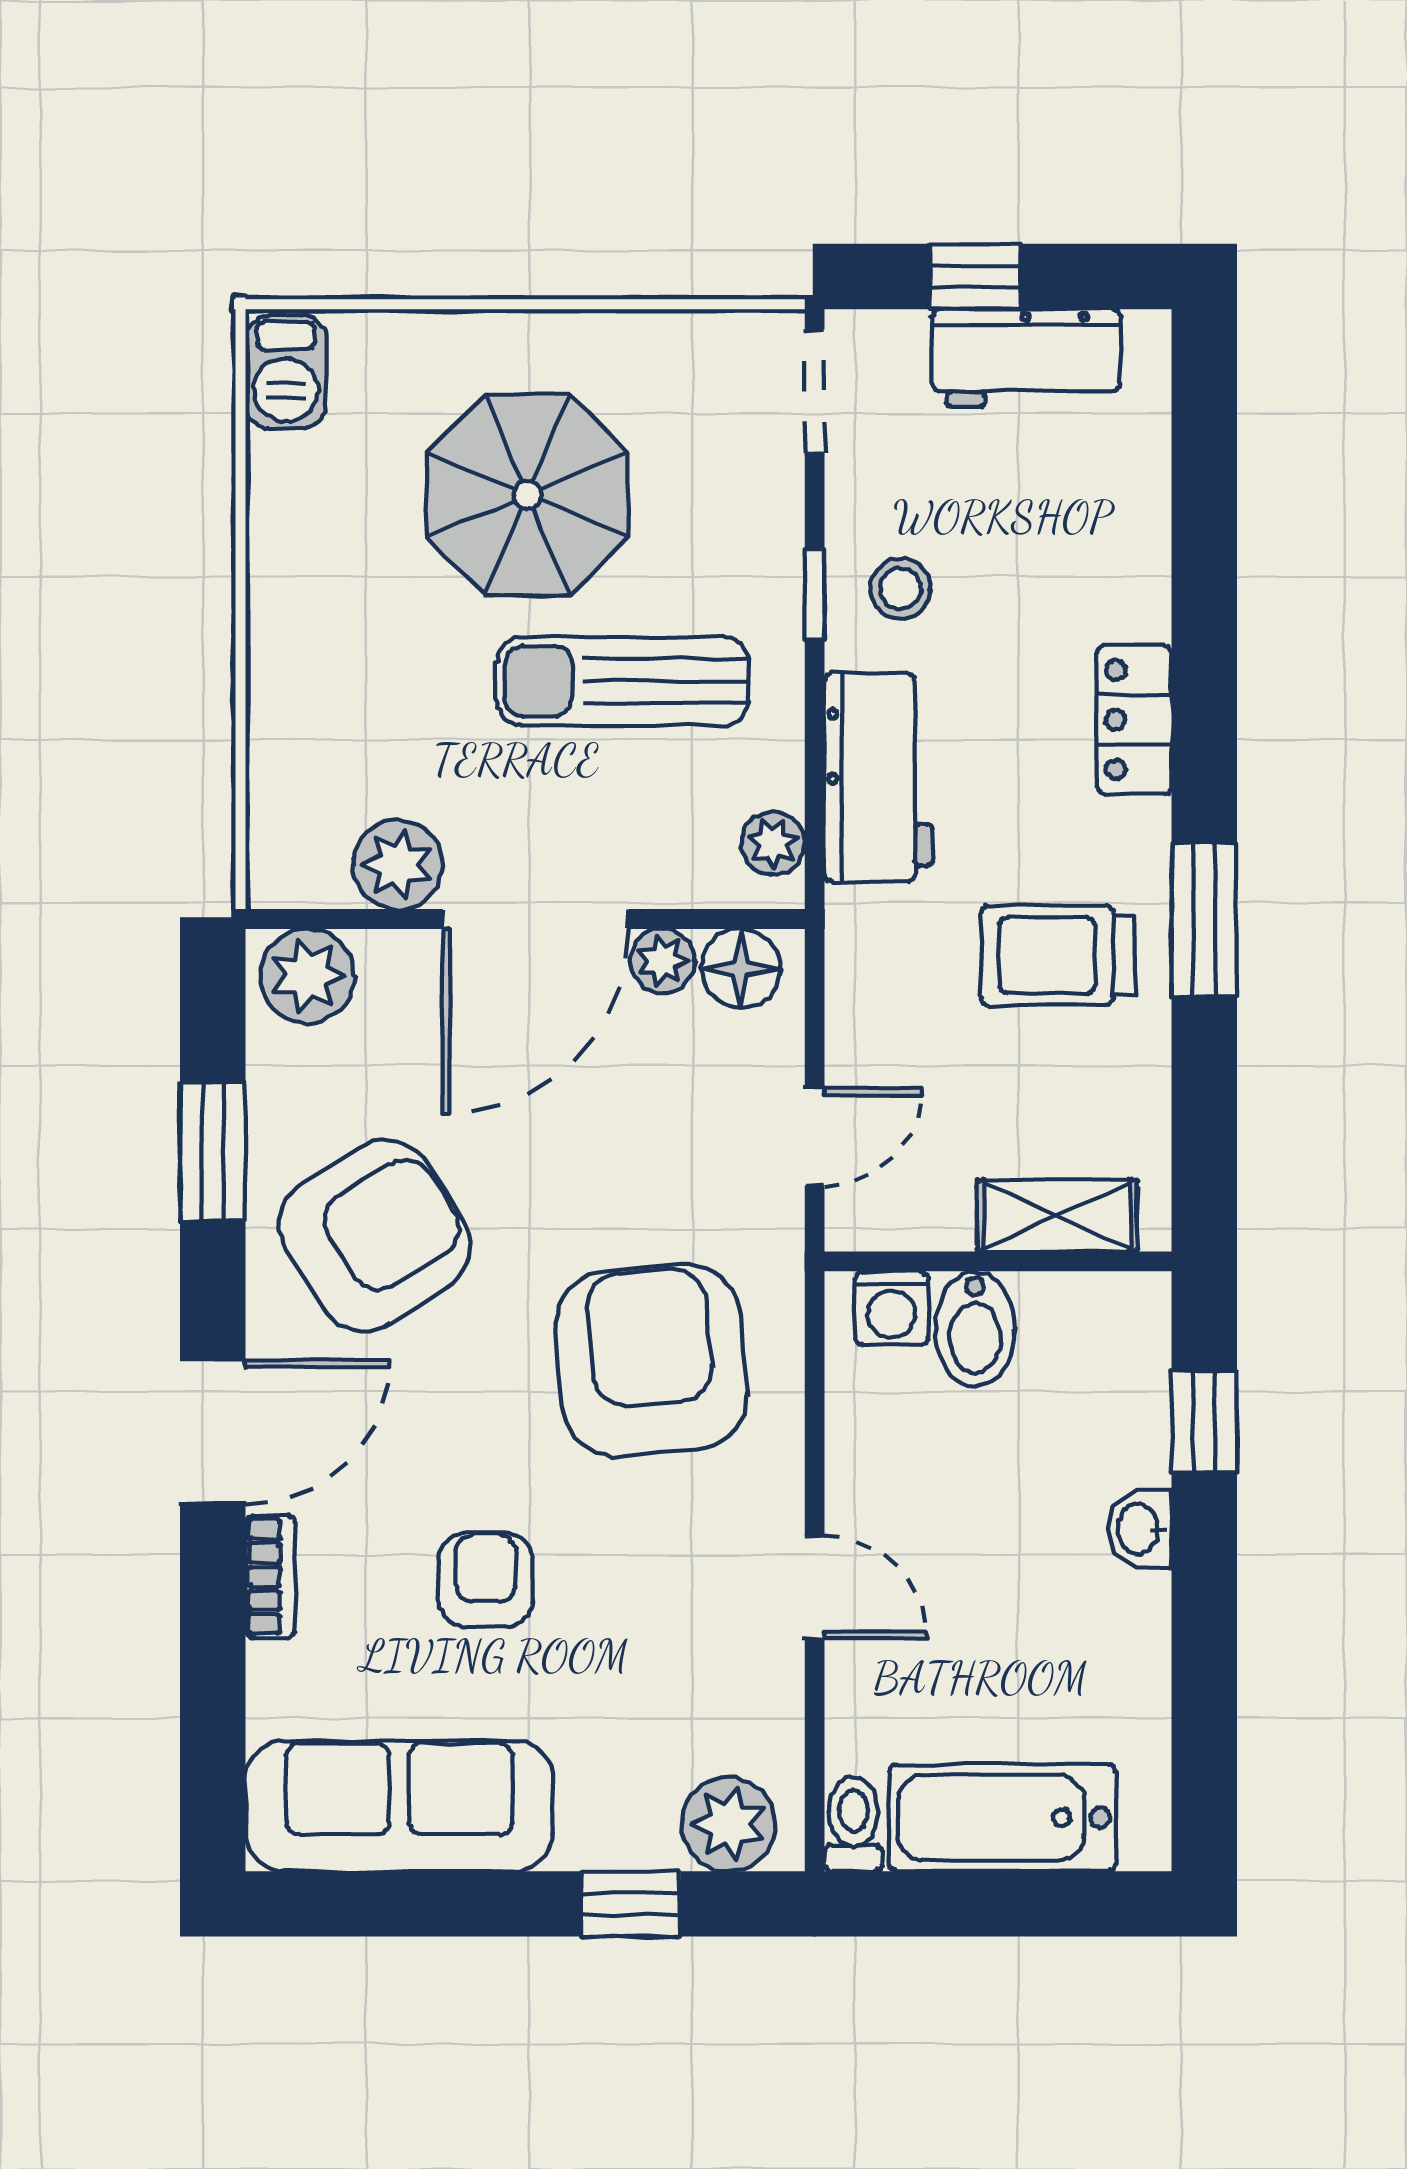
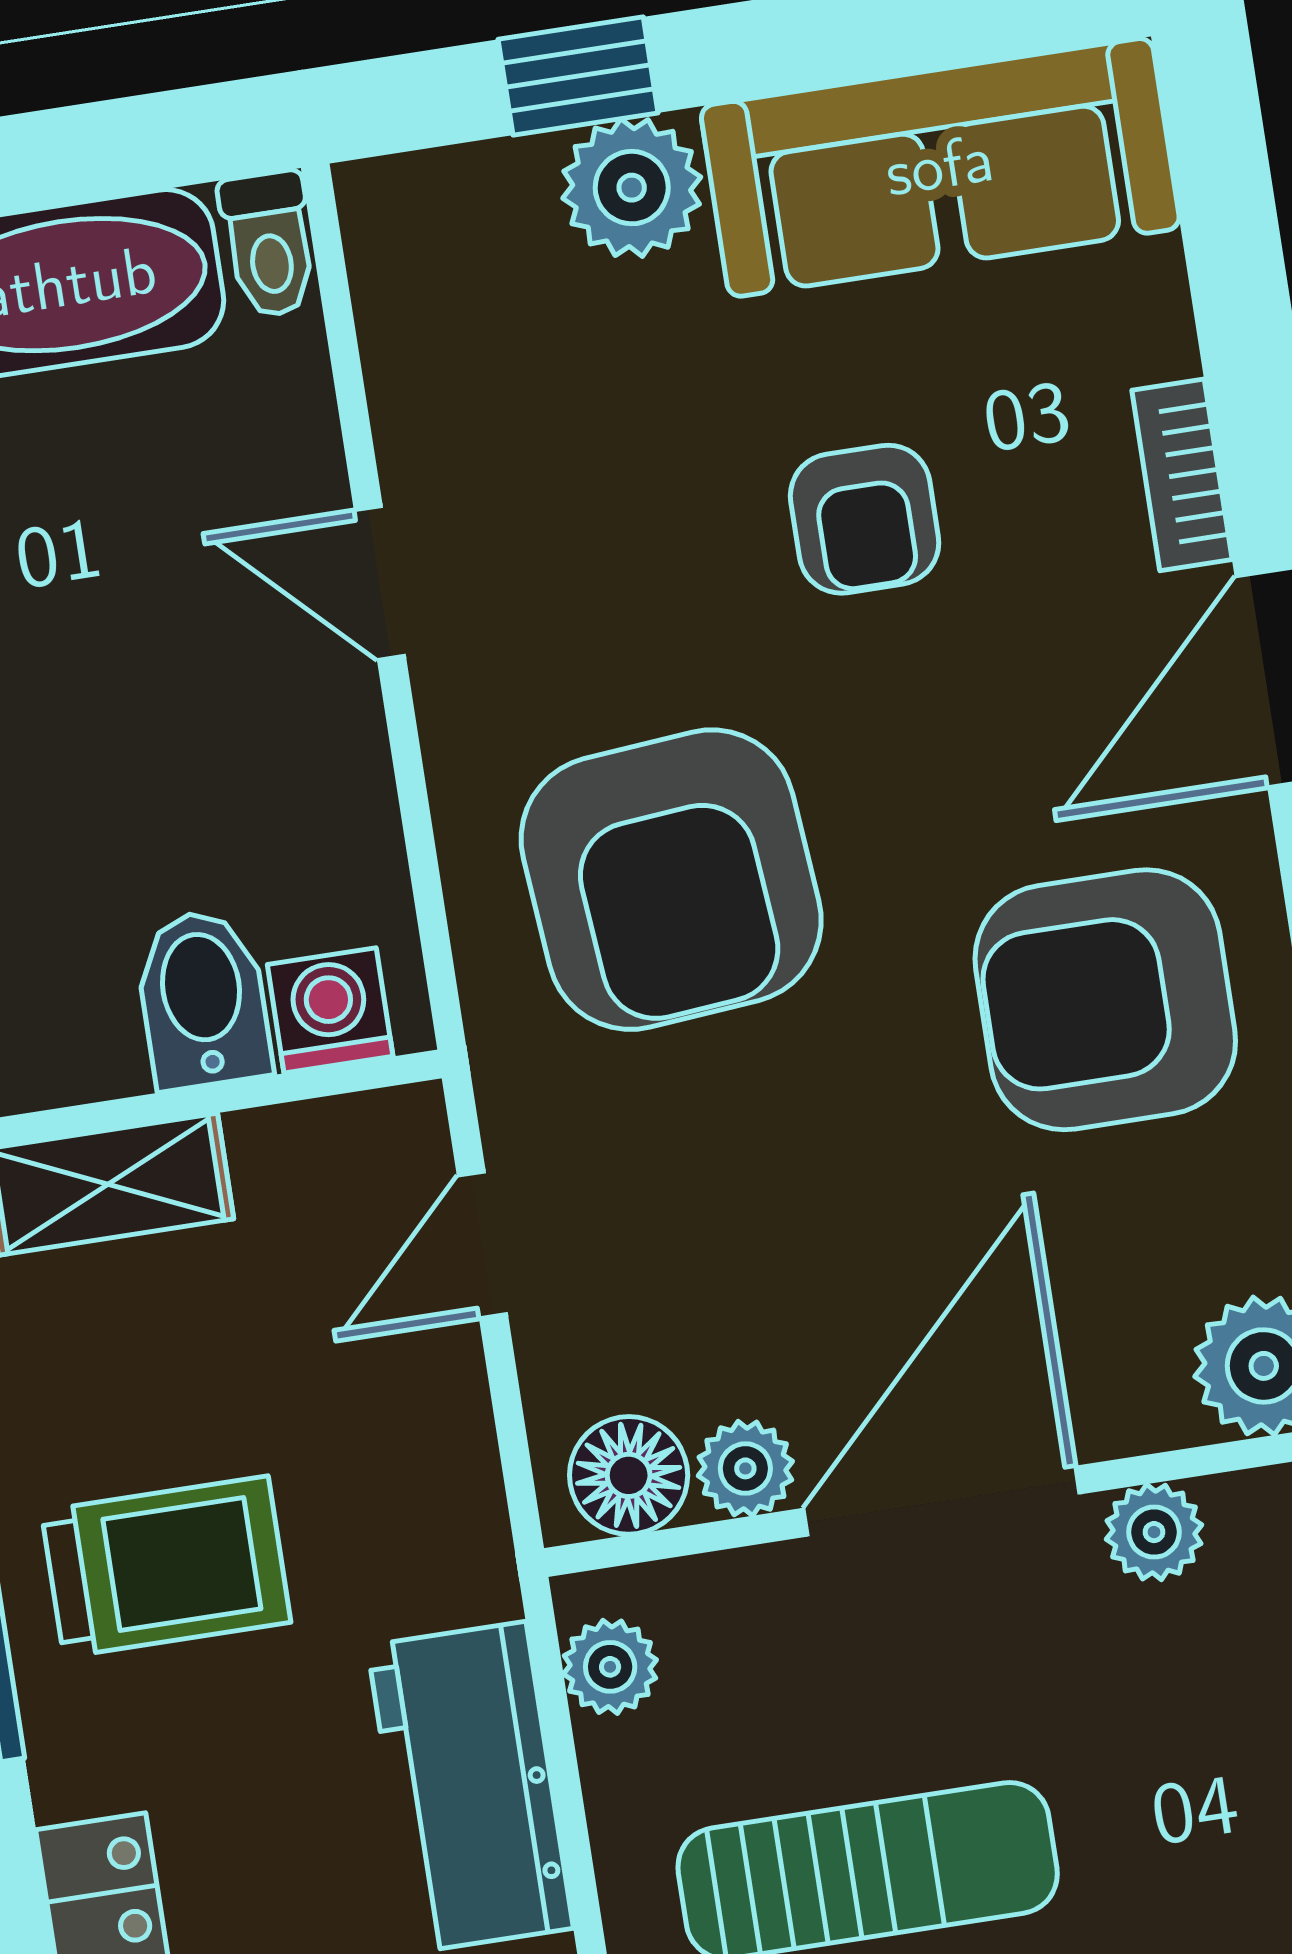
plant: (398, 864) -> (1154, 1532), width x0.73, depth x0.73
armchair: (375, 1236) -> (1105, 1000), turned 32
plant: (729, 1824) -> (632, 188), moved

